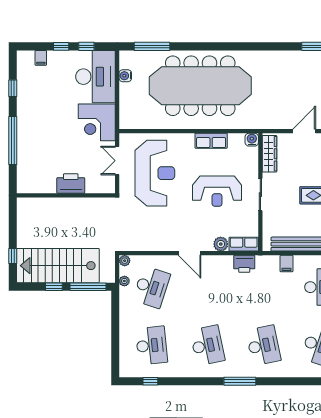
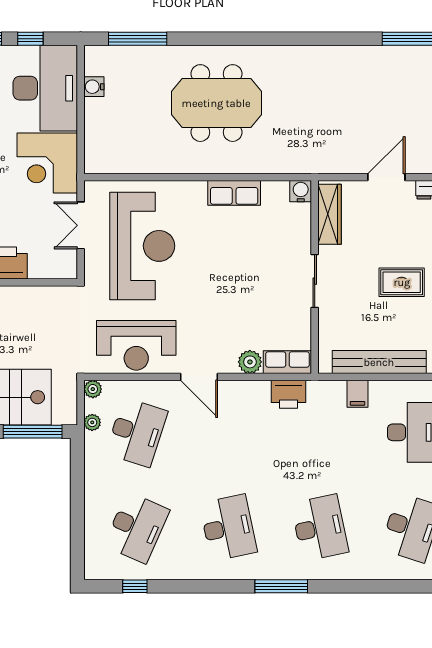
meeting table: (200, 86) -> (216, 103), width x0.54, depth x0.79
reception desk: (217, 191) -> (136, 345), moved
desk: (151, 345) -> (137, 528), turned 30

